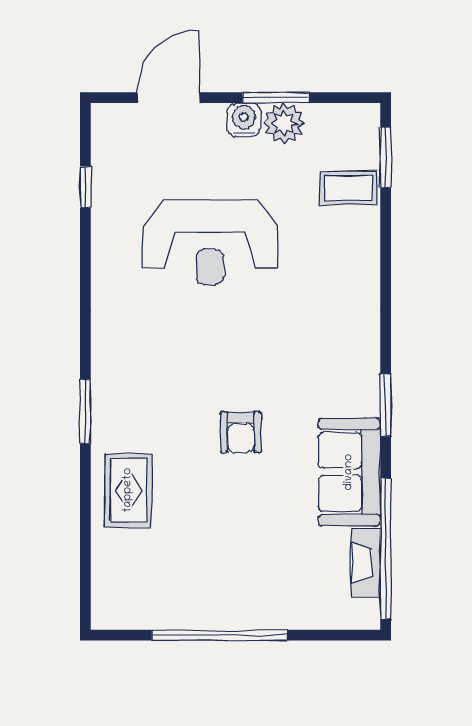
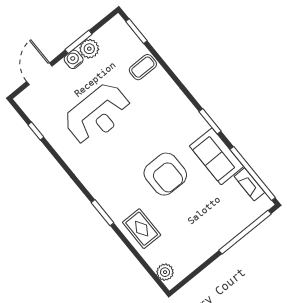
coffee table: (348, 188) -> (143, 67), moved
armchair: (241, 432) -> (165, 174), width x1.88, depth x1.88
plant: (109, 593) -> (165, 272), added
window: (220, 635) -> (245, 232), moved

